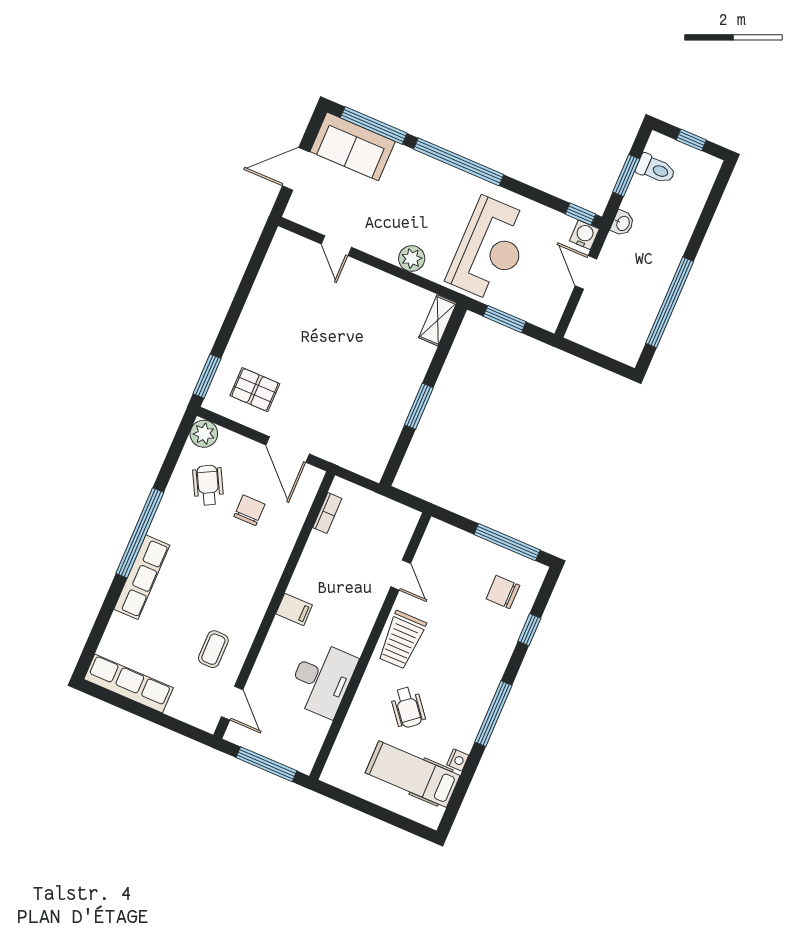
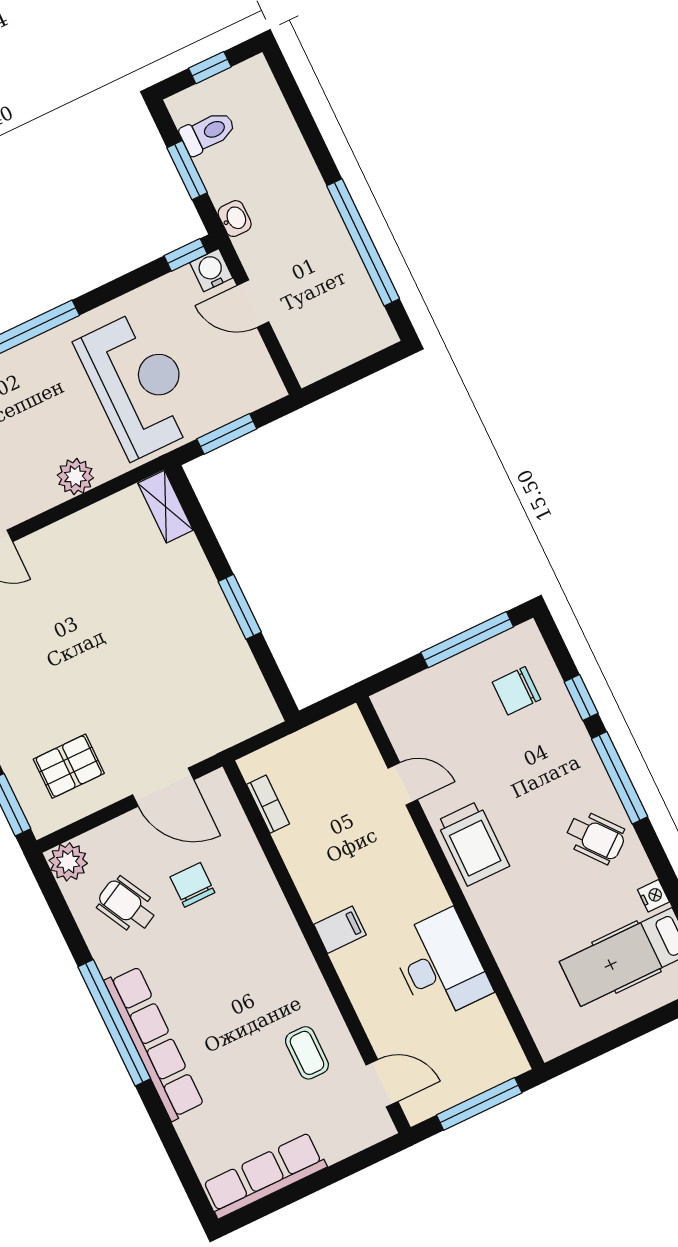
row of seats: (142, 577) -> (154, 1043), width x1.36
wheelchair: (408, 707) -> (595, 837), moved
window: (493, 714) -> (620, 778), moved

